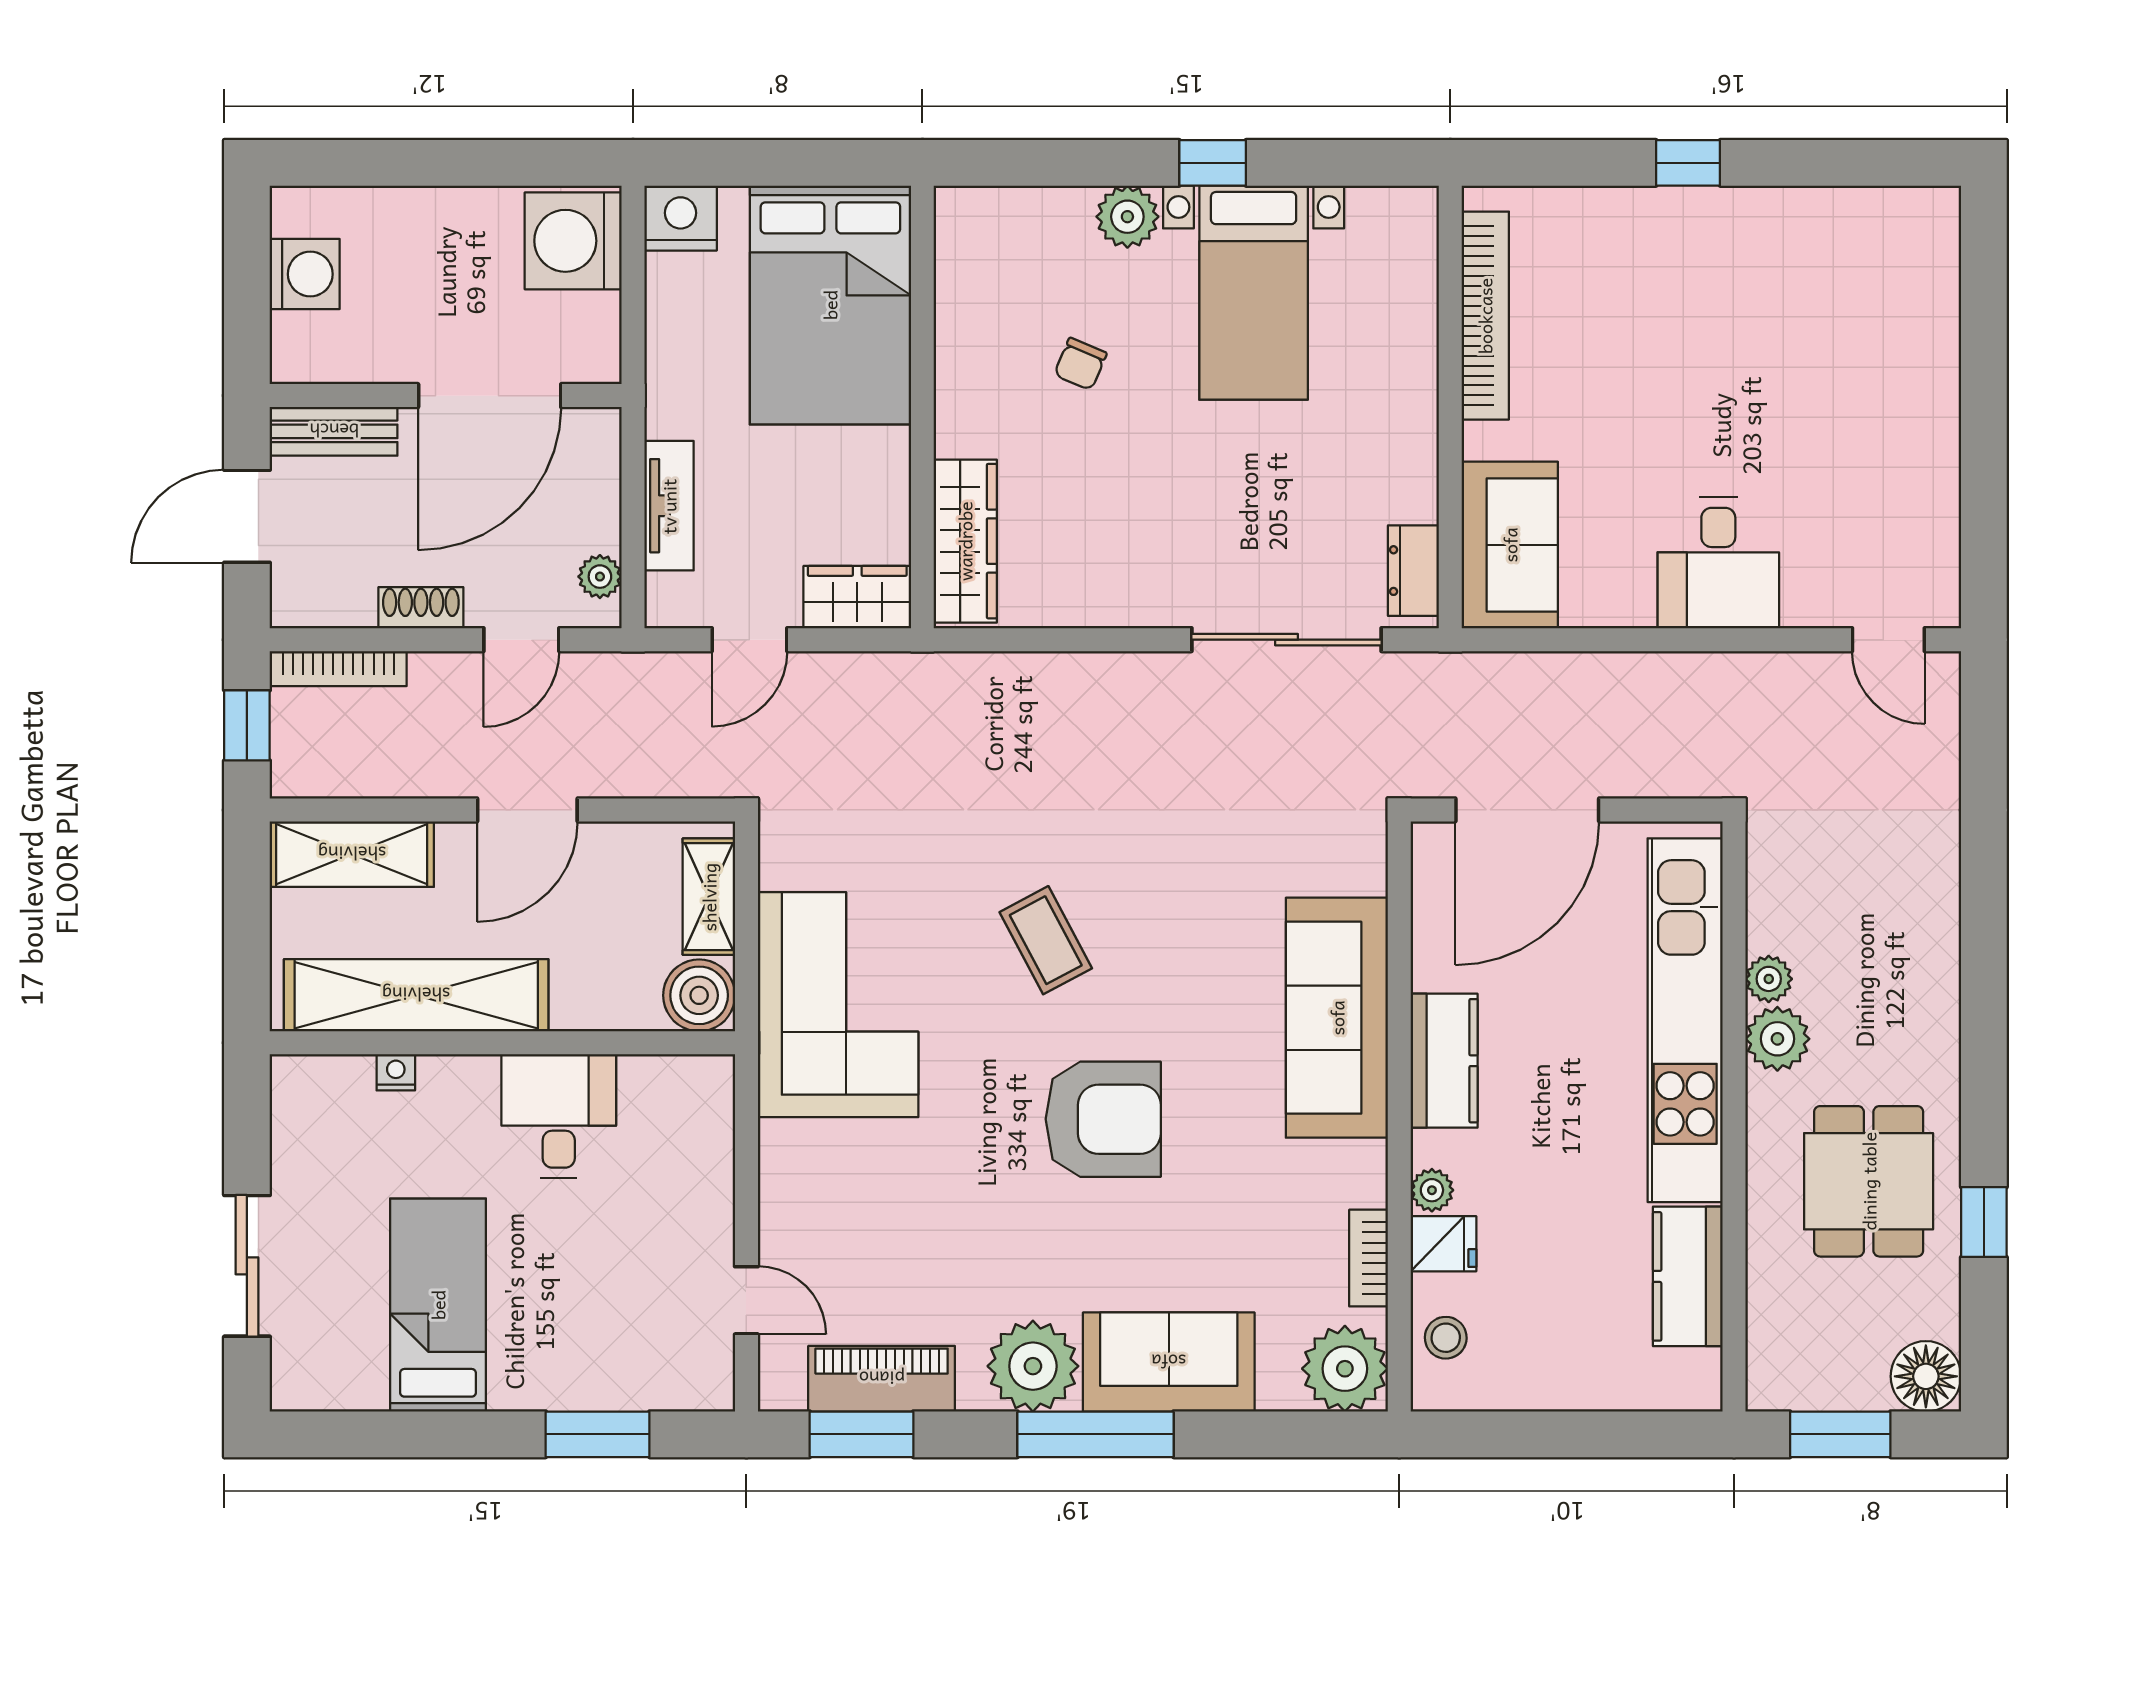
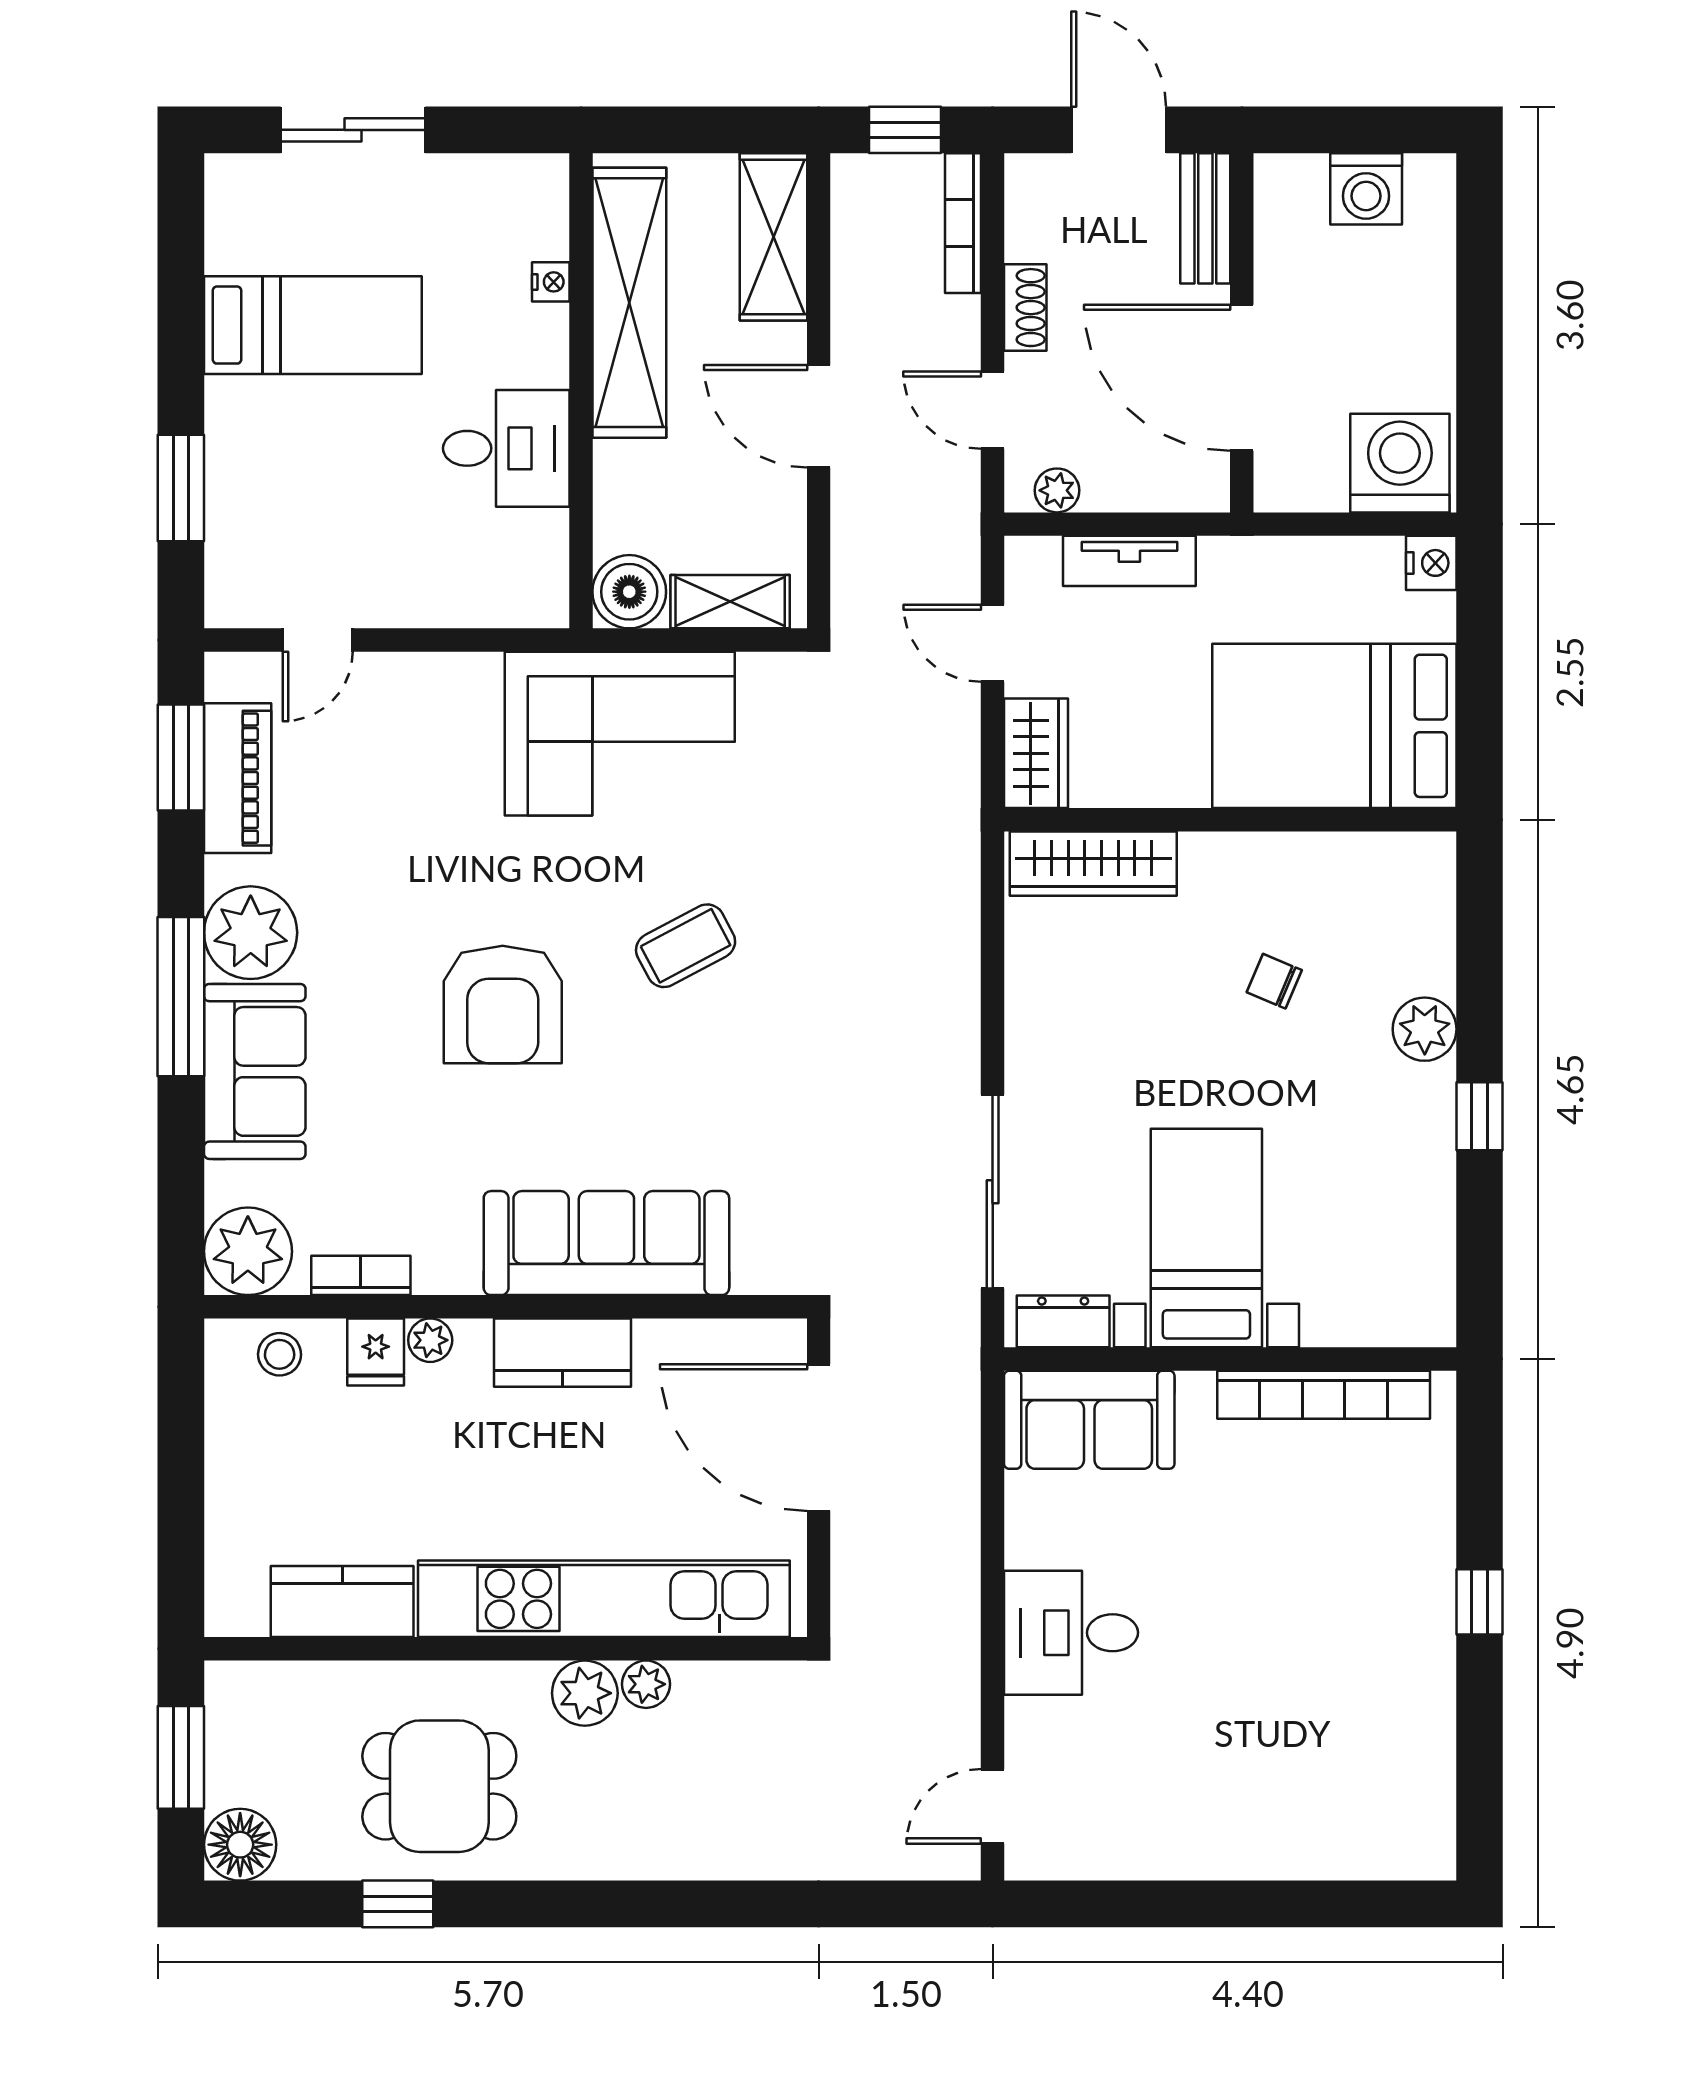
nightstand: (681, 218) -> (1431, 563), width x0.74, depth x0.75
bed with nightstands: (1254, 293) -> (1206, 1238), moved, turned 90

